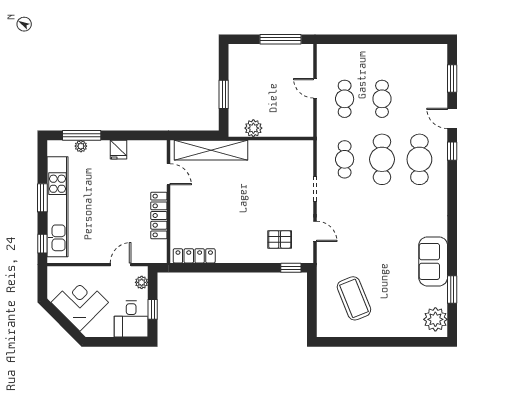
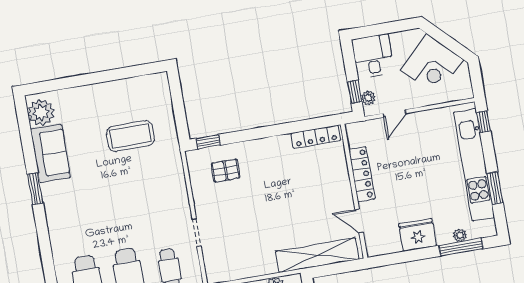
fridge: (118, 150) -> (418, 235), width x1.88, depth x1.34
window: (42, 198) -> (495, 188), moved
door: (315, 231) -> (189, 186), removed
sofa: (433, 261) -> (50, 153), moved
window: (452, 289) -> (35, 189), moved
coffee table: (354, 298) -> (131, 136), moved, turned -68
window: (153, 309) -> (355, 92), moved

